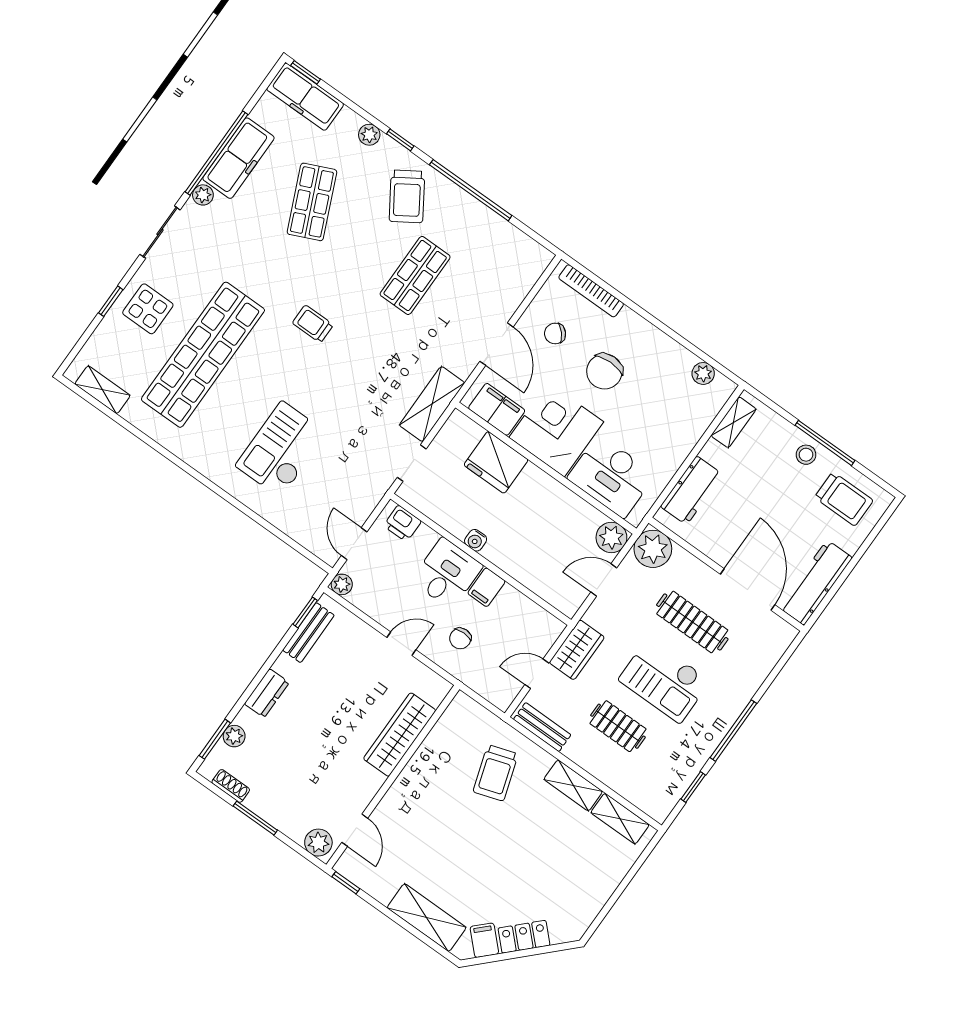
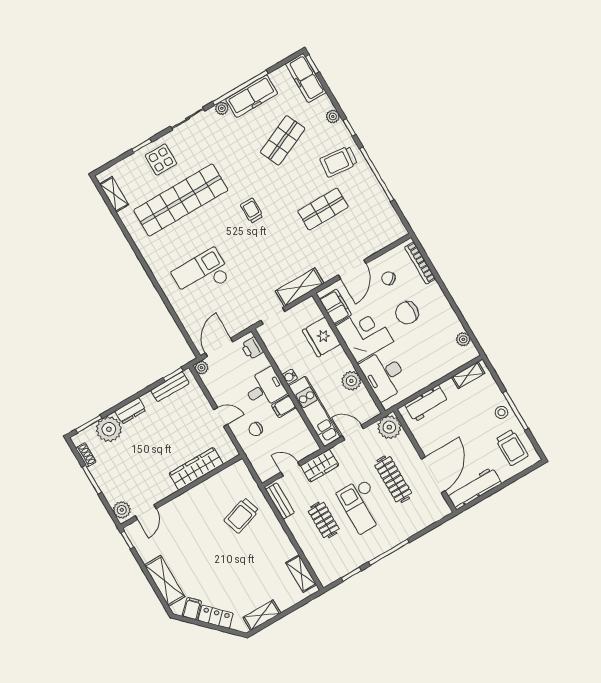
trolley: (407, 196) -> (339, 162), turned 39
plant: (611, 537) -> (351, 381), moved
door: (354, 544) -> (219, 347), width x1.38
kitchen unit: (535, 574) -> (315, 411), added
plant: (234, 736) -> (109, 429), width x1.88, depth x1.88
shelving: (573, 785) -> (262, 615), moved, turned 90

